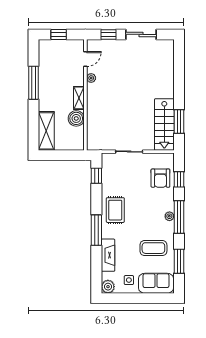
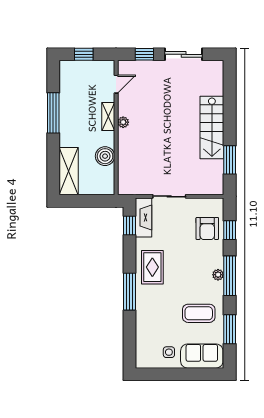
plant: (91, 78) -> (123, 122), moved
shelving: (79, 98) -> (108, 116), moved
stairs: (164, 124) -> (212, 128), moved
fireplace: (108, 255) -> (144, 218), moved
plant: (108, 287) -> (144, 360), removed

